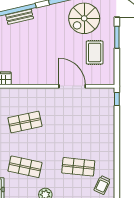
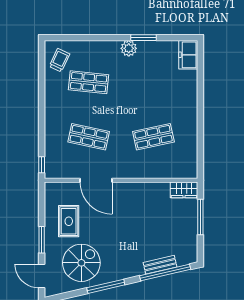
shop shelf: (25, 167) -> (89, 137), moved

